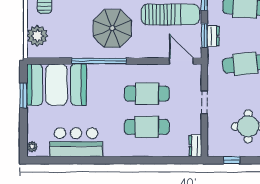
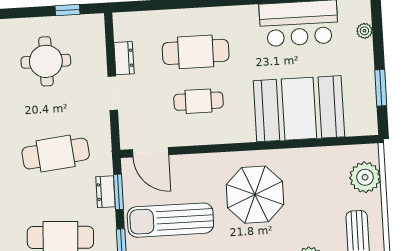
window: (99, 61) -> (272, 145), removed
booth: (57, 85) -> (299, 109), moved
cafe table: (147, 94) -> (198, 101), width x0.73, depth x0.74
dresser: (195, 146) -> (124, 58), moved
plant: (32, 147) -> (364, 31), moved

